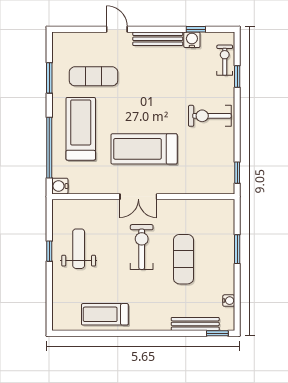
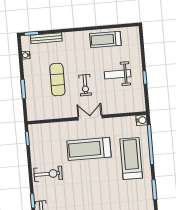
exercise mat: (94, 76) -> (126, 193), removed
treadmill: (81, 129) -> (131, 159), turned 180
treadmill: (144, 149) -> (89, 149), turned 180
exercise bike: (142, 247) -> (85, 85), width x0.73, depth x0.72
weight bench: (79, 249) -> (118, 74), moved, turned 90
treadmill: (105, 314) -> (105, 40), turned 180

